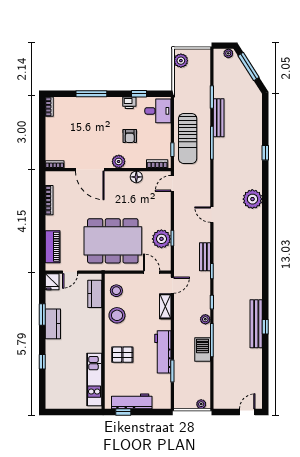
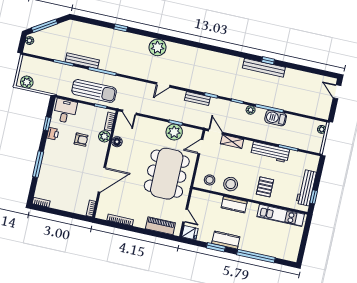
plant: (119, 161) -> (104, 136), moved
kitchen counter: (95, 294) -> (234, 205), moved
window: (42, 362) -> (256, 256), width x3.17

